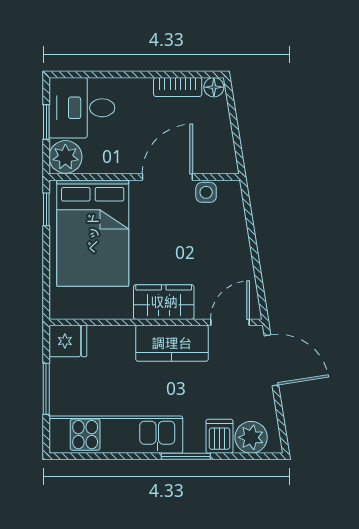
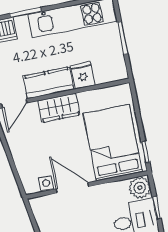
door: (167, 177) -> (72, 188), swing flipped
fridge: (68, 341) -> (83, 75), moved, turned 90

